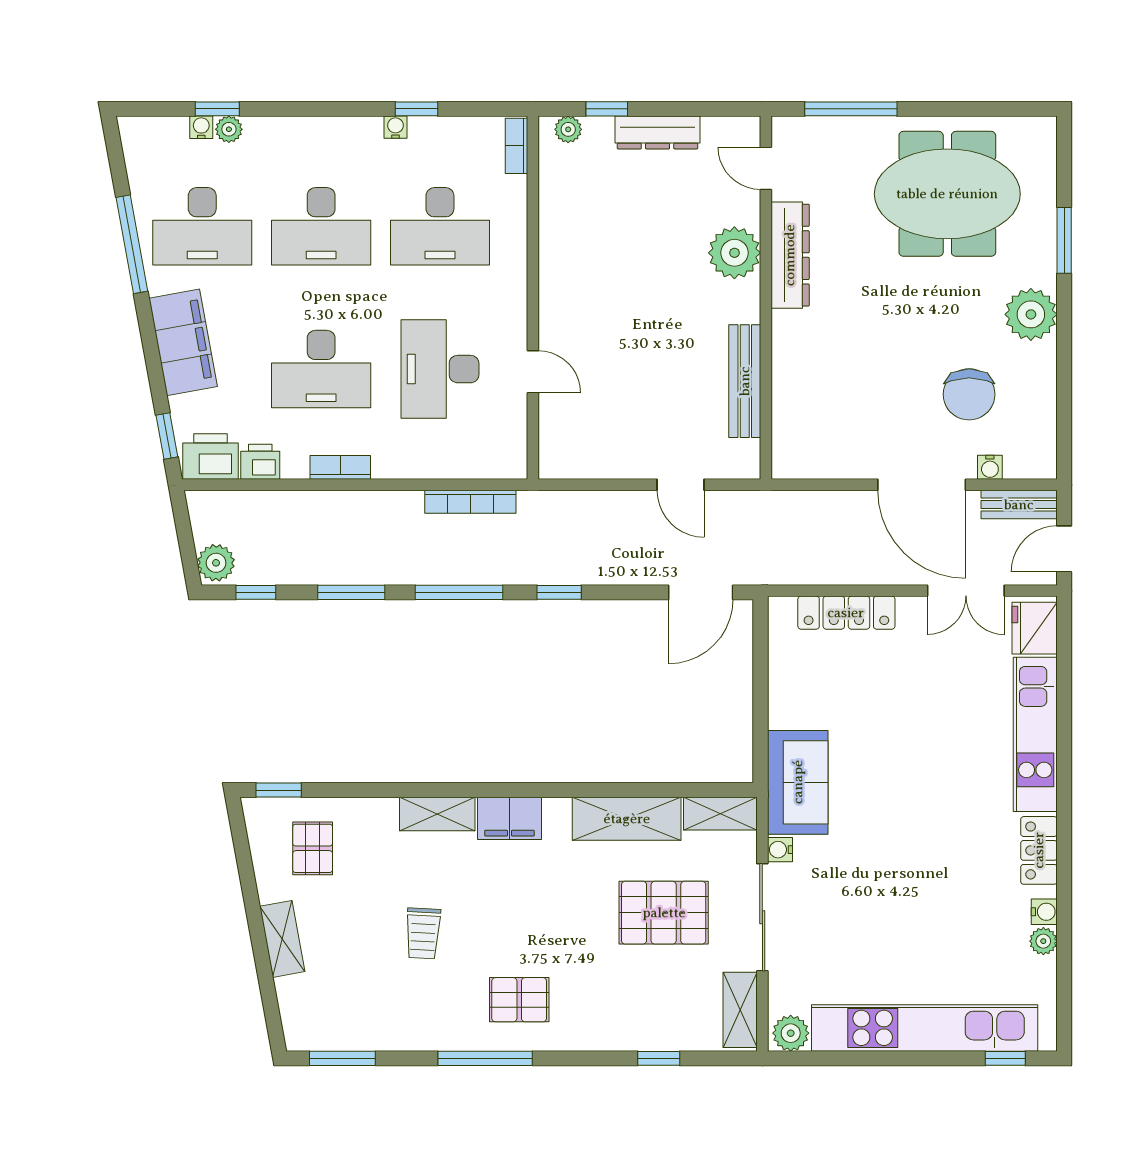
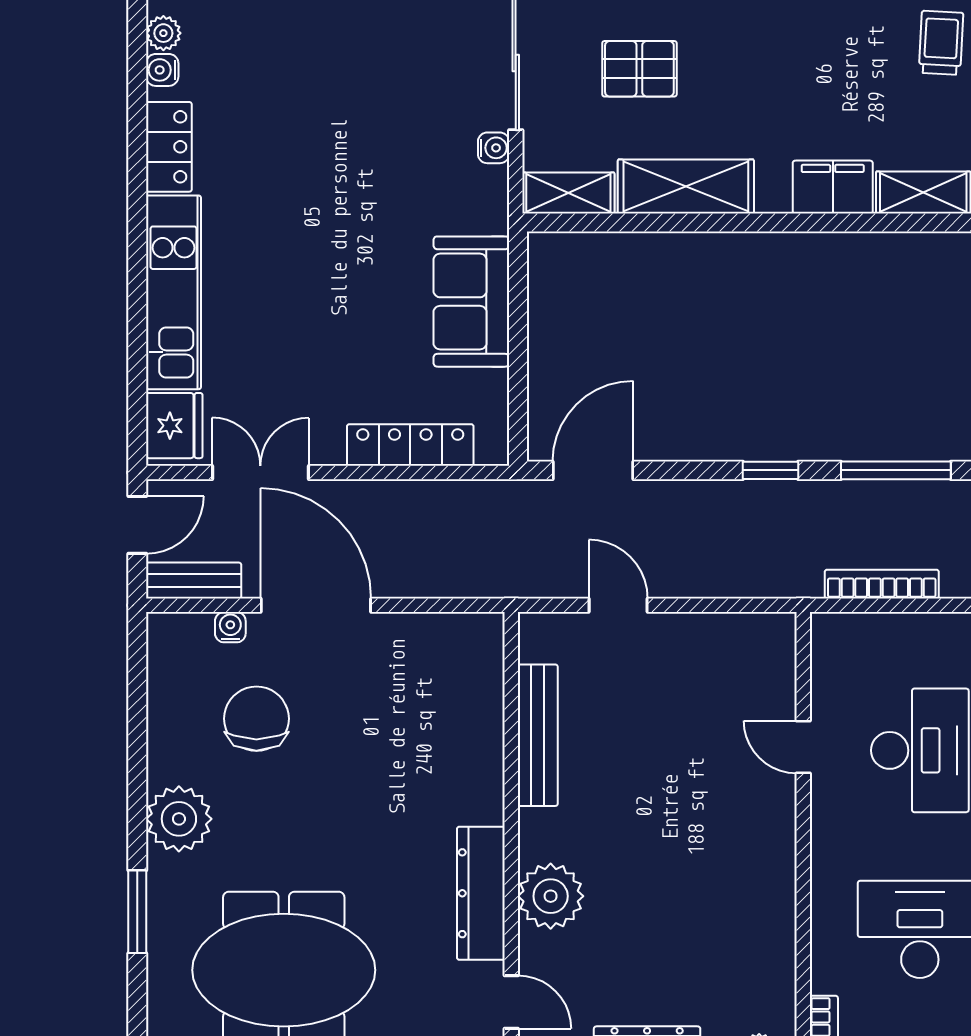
sofa: (798, 782) -> (471, 302), moved
pallet: (664, 913) -> (639, 69), width x0.67, depth x0.71

